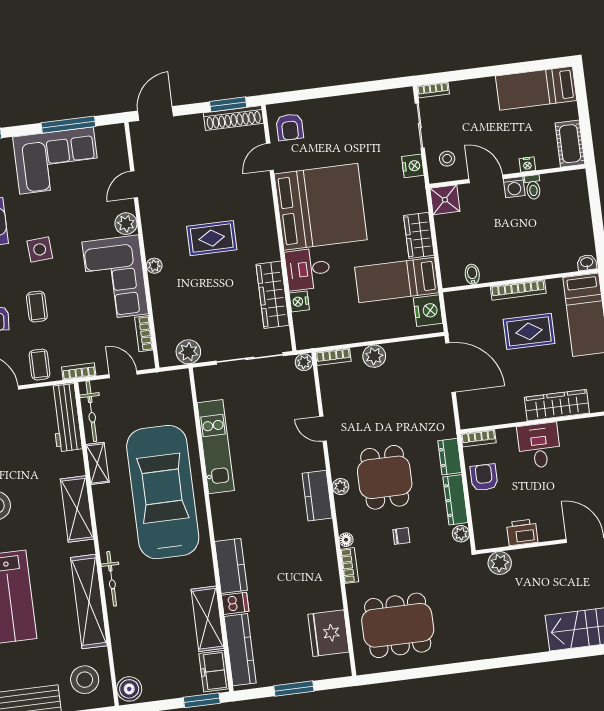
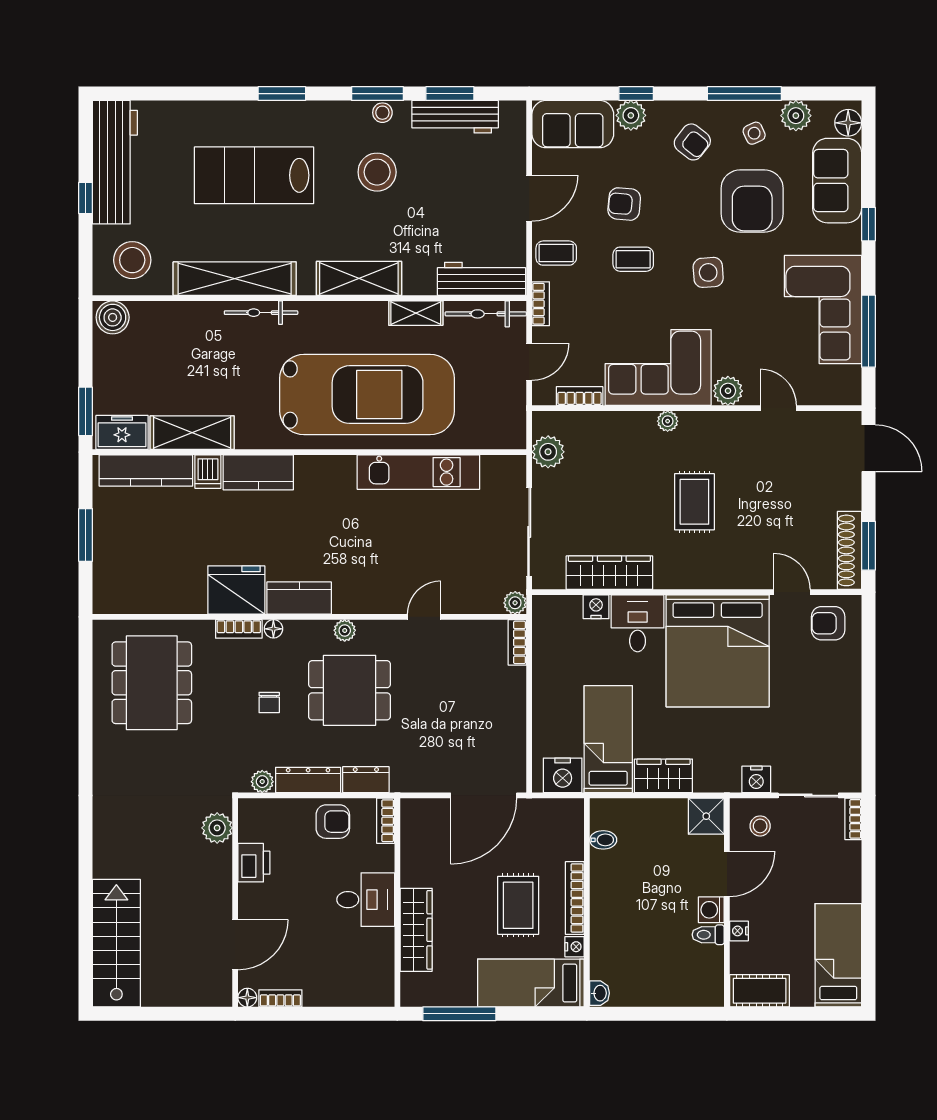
nightstand: (555, 286) -> (575, 947), added
plant: (374, 356) -> (511, 697), removed
kitchen counter: (317, 496) -> (299, 598), moved
fridge: (328, 633) -> (236, 590), moved

